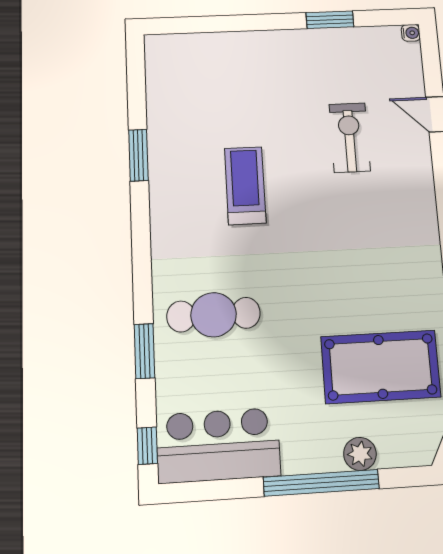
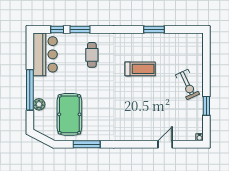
exercise bike: (350, 138) -> (187, 84), moved, turned 65
cafe table: (214, 315) -> (92, 55), width x0.73, depth x0.74
window: (147, 446) -> (57, 30), moved

